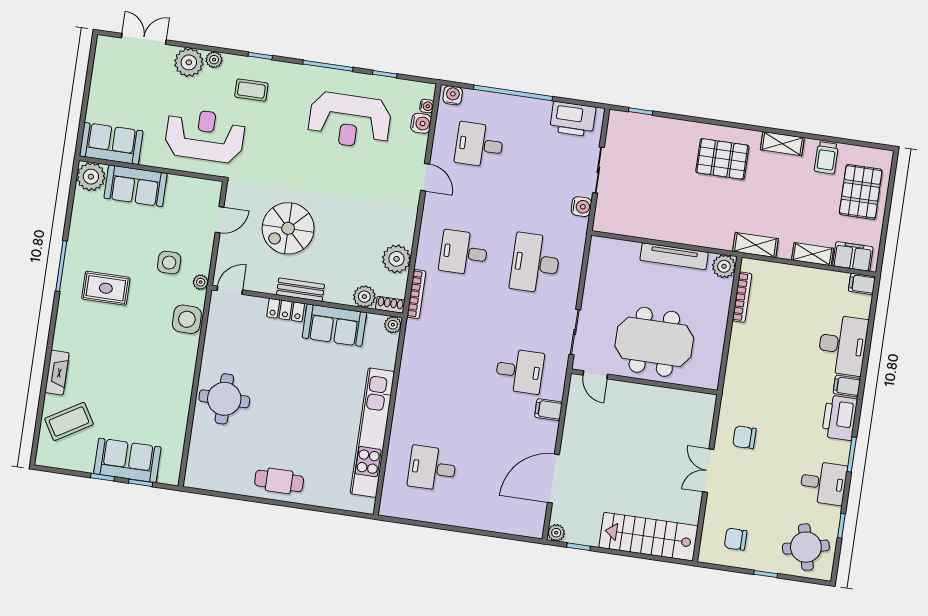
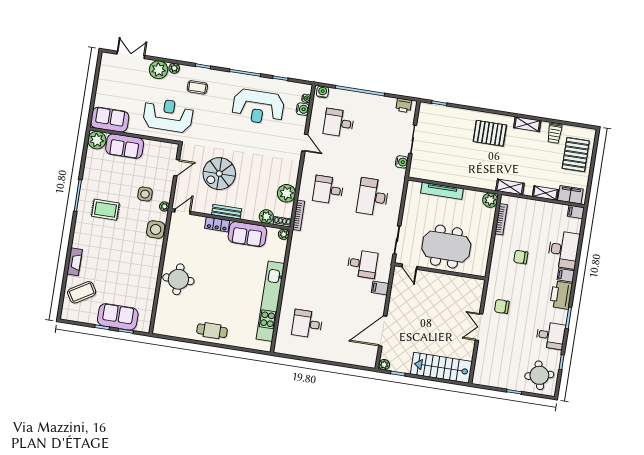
printer: (573, 119) -> (404, 105), width x0.53, depth x0.68
tv unit: (674, 256) -> (442, 191), moved
chair: (736, 539) -> (521, 257), moved

